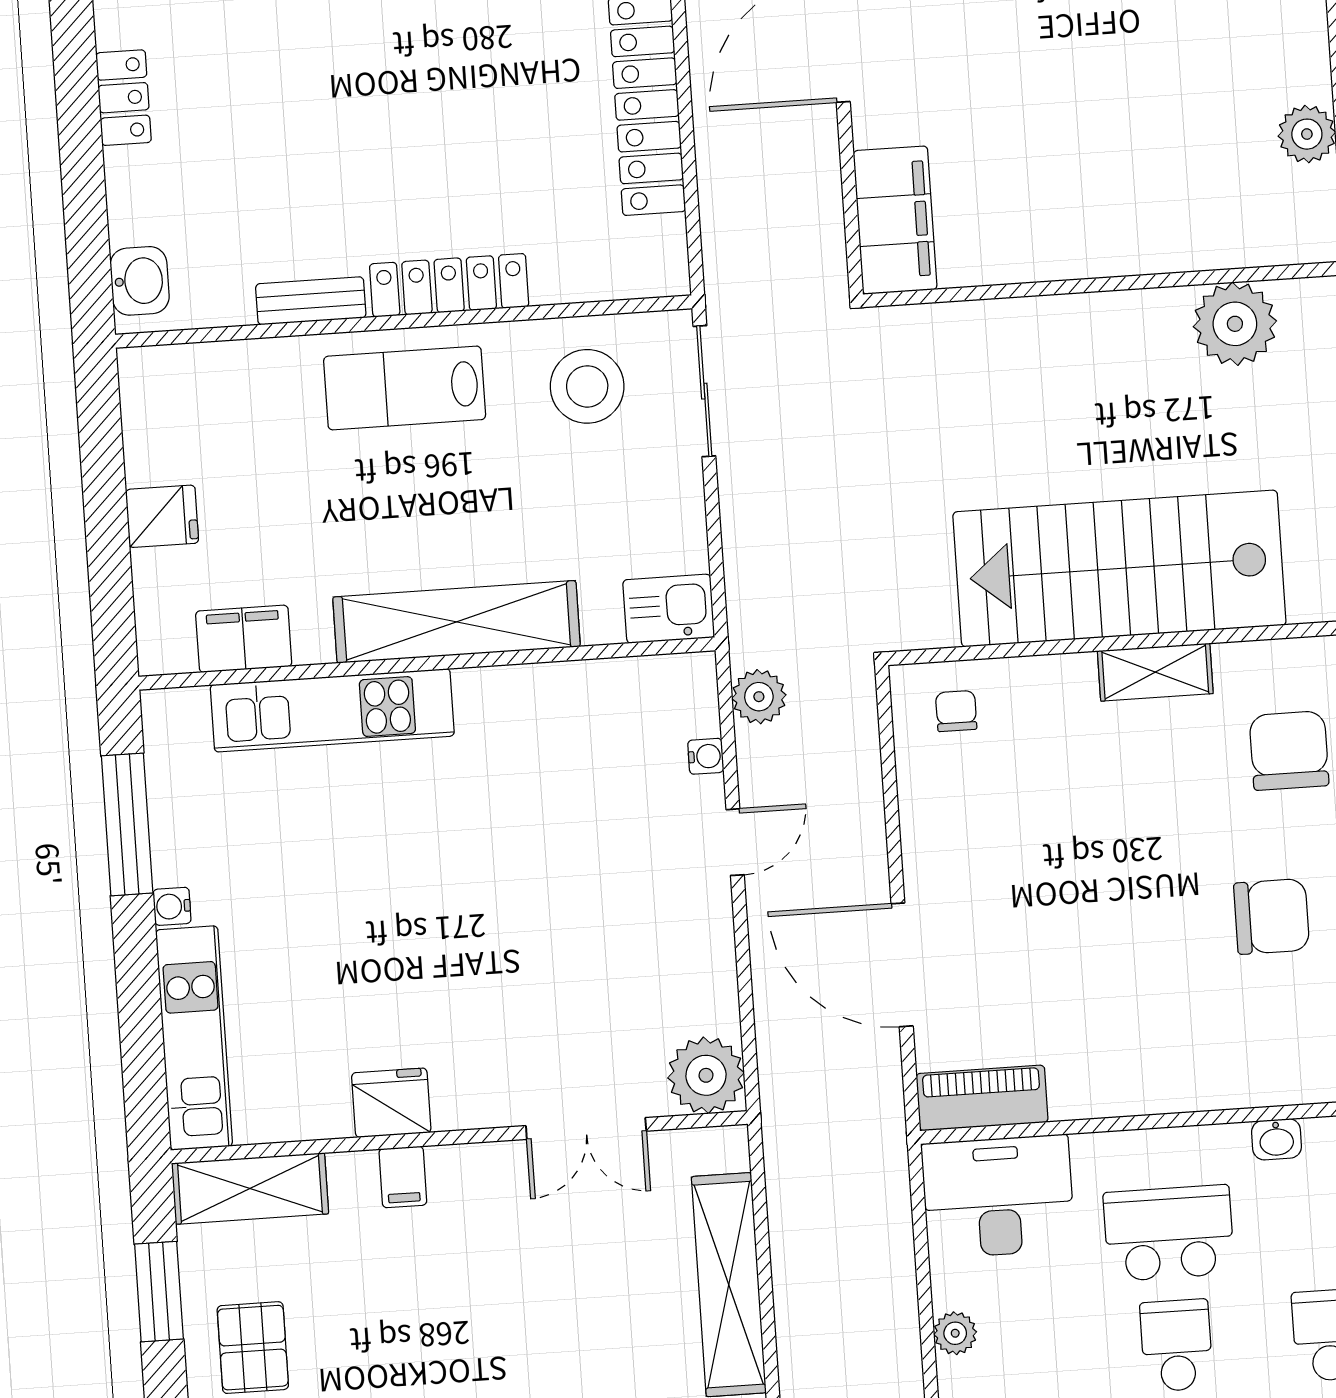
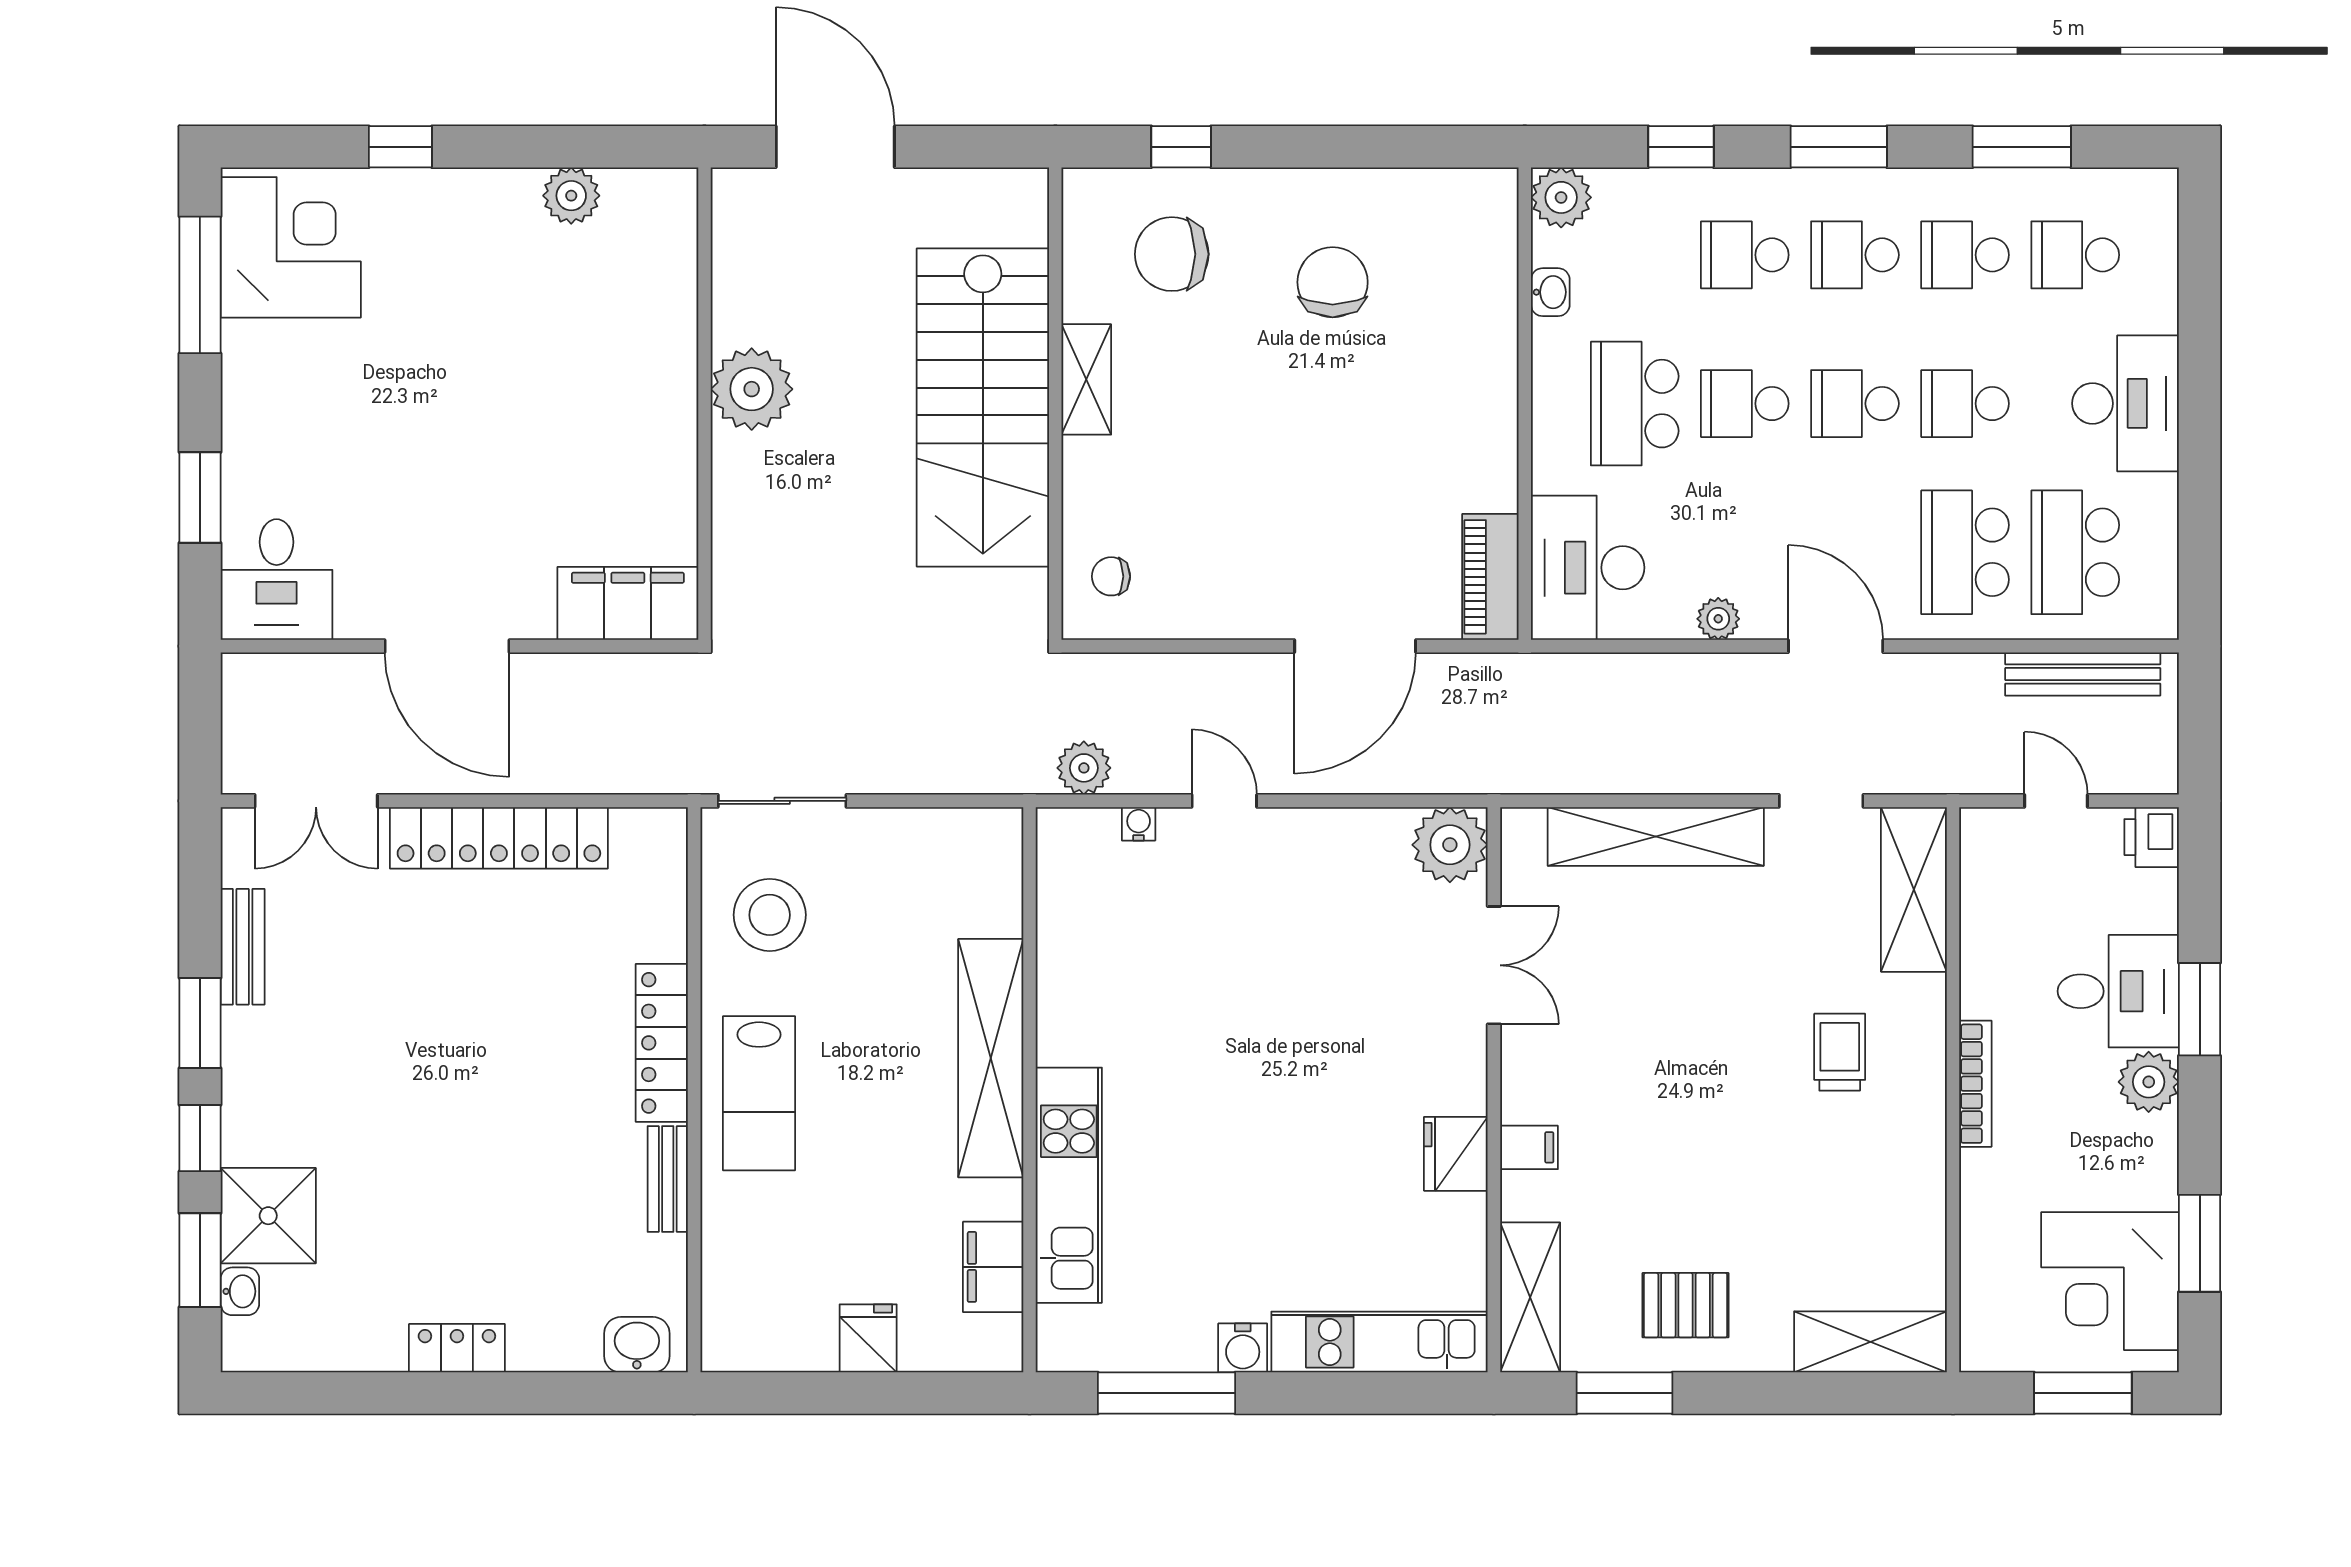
plant: (1235, 324) -> (752, 389), moved
kitchen sink: (669, 609) -> (992, 850), removed
water cooler: (172, 906) -> (1243, 1348), width x1.38, depth x1.38

